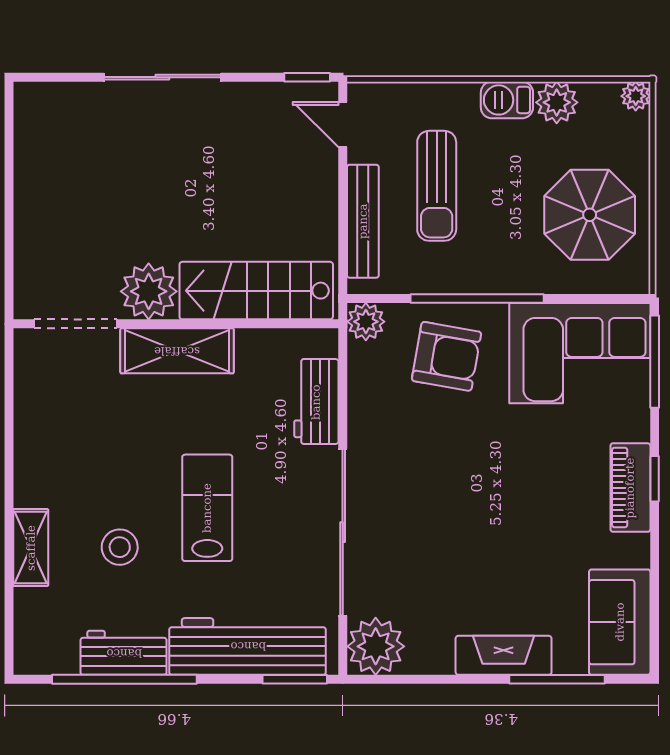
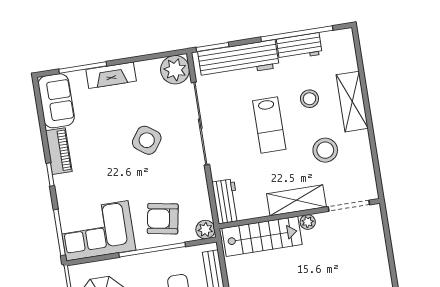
plant: (149, 291) -> (308, 222), width x0.53, depth x0.53
workbench: (316, 402) -> (226, 201), moved
stool: (105, 441) -> (325, 150), added
piano: (630, 488) -> (59, 151), moved
side table: (454, 516) -> (147, 140), added
shelving: (31, 548) -> (352, 102), width x1.50, depth x1.33

